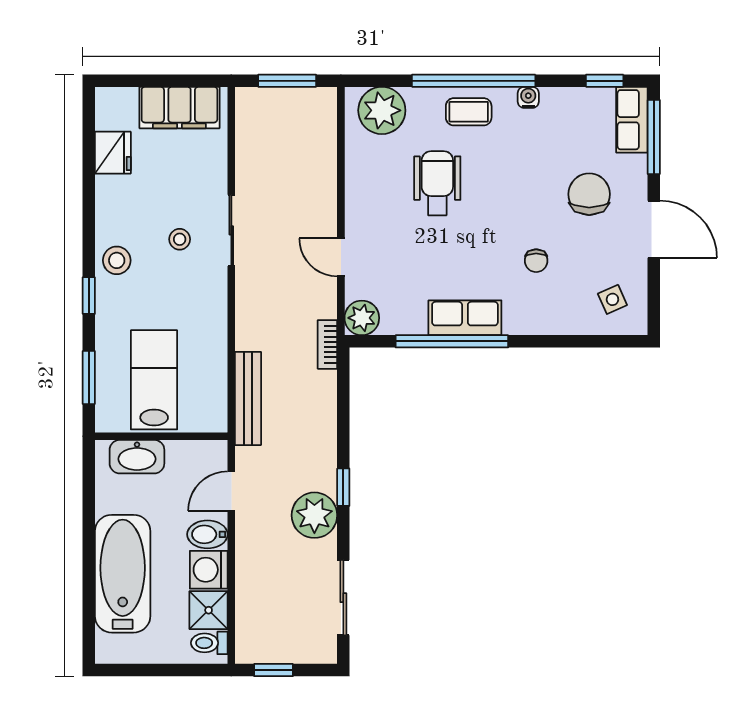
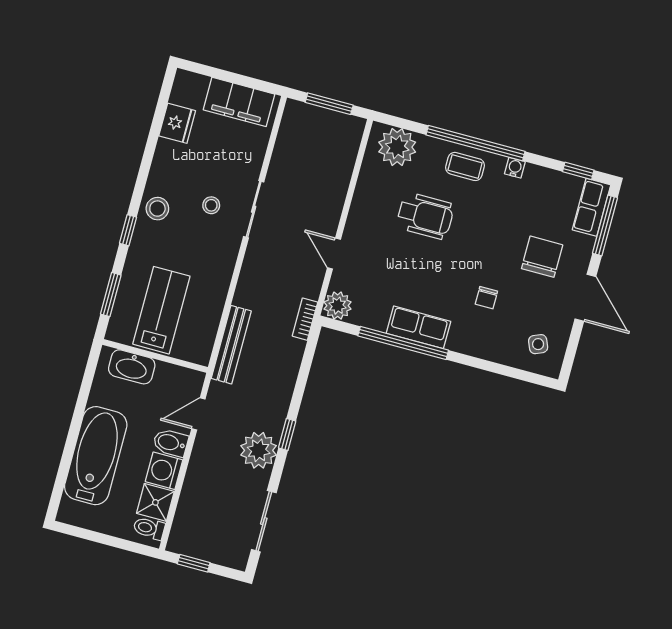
wheelchair: (437, 183) -> (425, 216), turned 90

